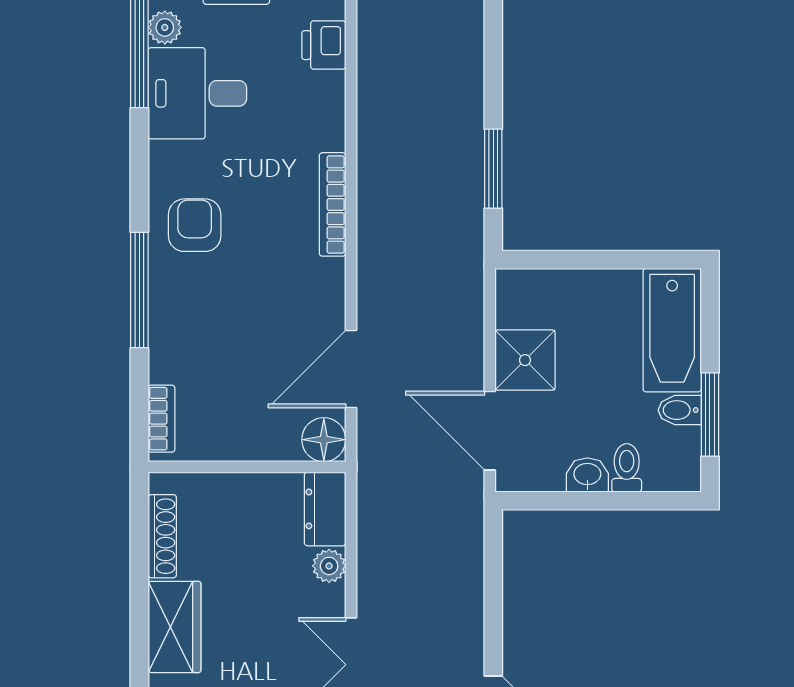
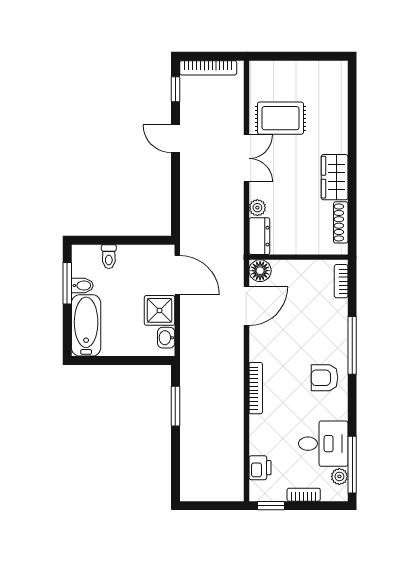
armchair: (195, 225) -> (324, 378), turned 90
washbasin: (587, 475) -> (166, 338), moved, turned 90

